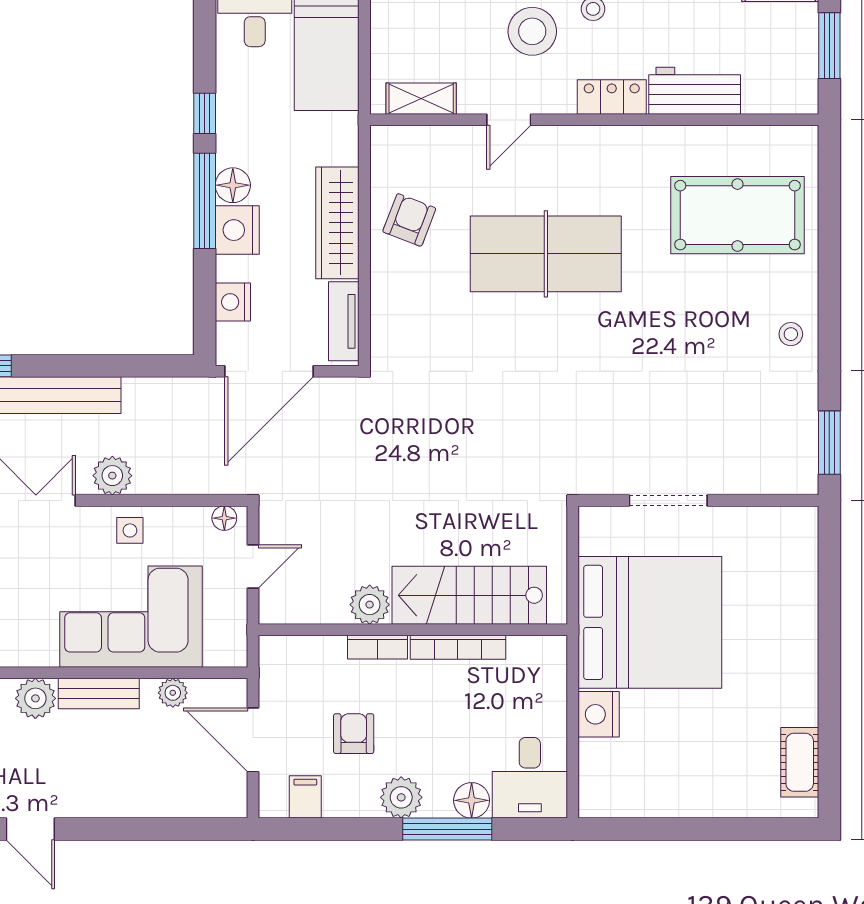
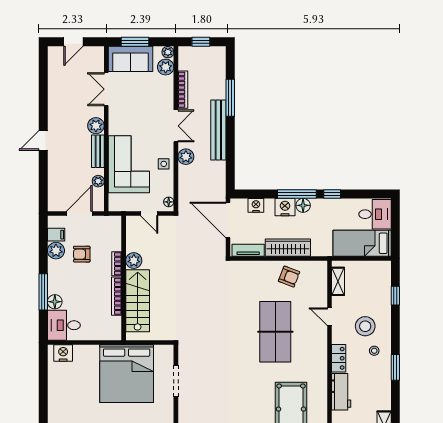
nightstand: (599, 714) -> (63, 353), moved
armchair: (354, 734) -> (82, 254), turned 180
plant: (401, 797) -> (56, 251), moved
door: (30, 829) -> (43, 140), moved

